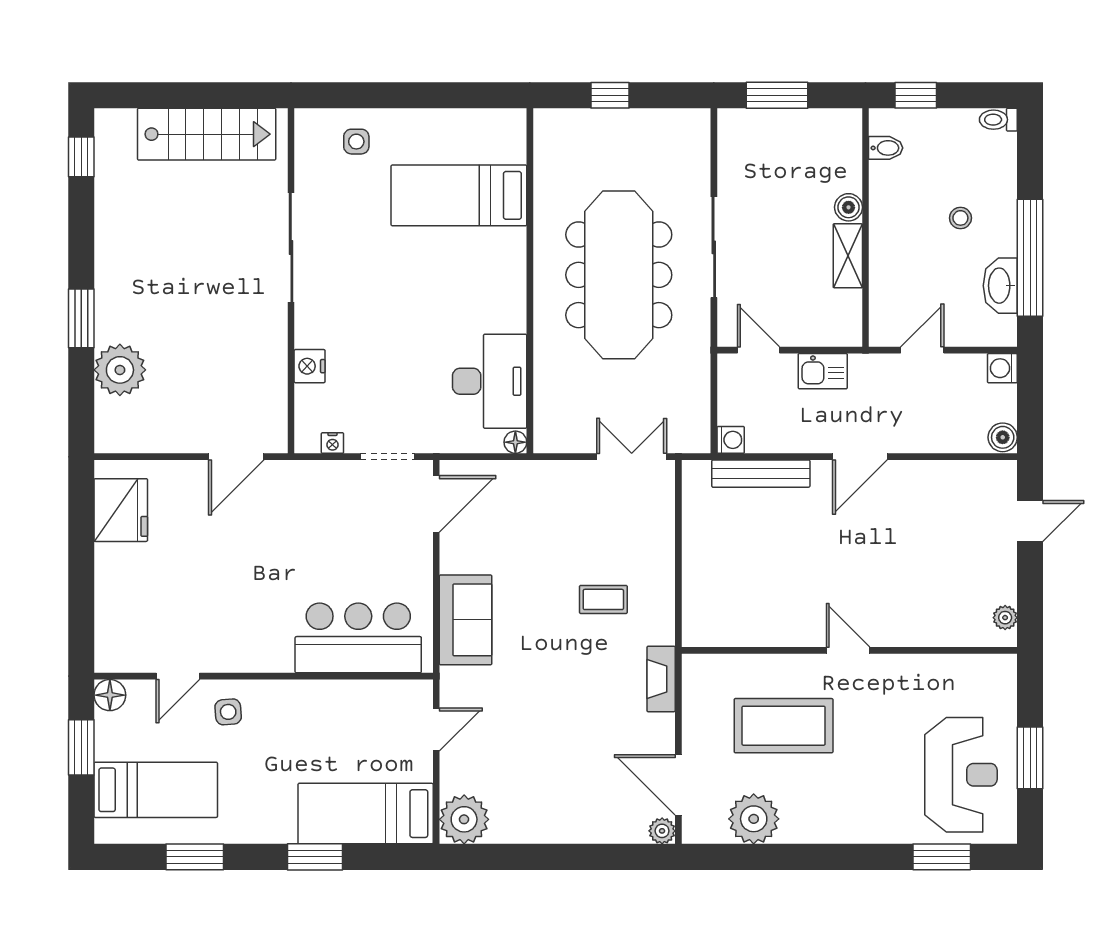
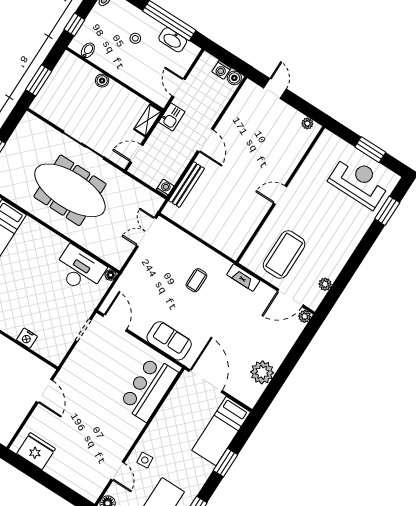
shelving: (848, 256) -> (148, 120), moved, turned 90
washing machine: (1002, 368) -> (221, 70), moved
kitchen sink: (823, 371) -> (172, 117), moved
nightstand: (332, 443) -> (64, 349), removed
coffee table: (784, 726) -> (284, 255), moved
door: (436, 729) -> (206, 381), width x1.88
plant: (464, 819) -> (262, 372), moved
plant: (754, 819) -> (325, 284), width x0.53, depth x0.53

